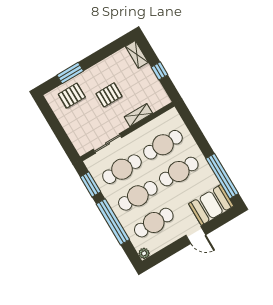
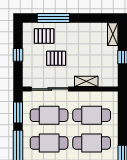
window: (70, 73) -> (53, 18), width x1.44
pallet: (109, 95) -> (56, 58), moved
window: (57, 129) -> (18, 55), added
sliding door: (108, 143) -> (50, 89), width x1.37

